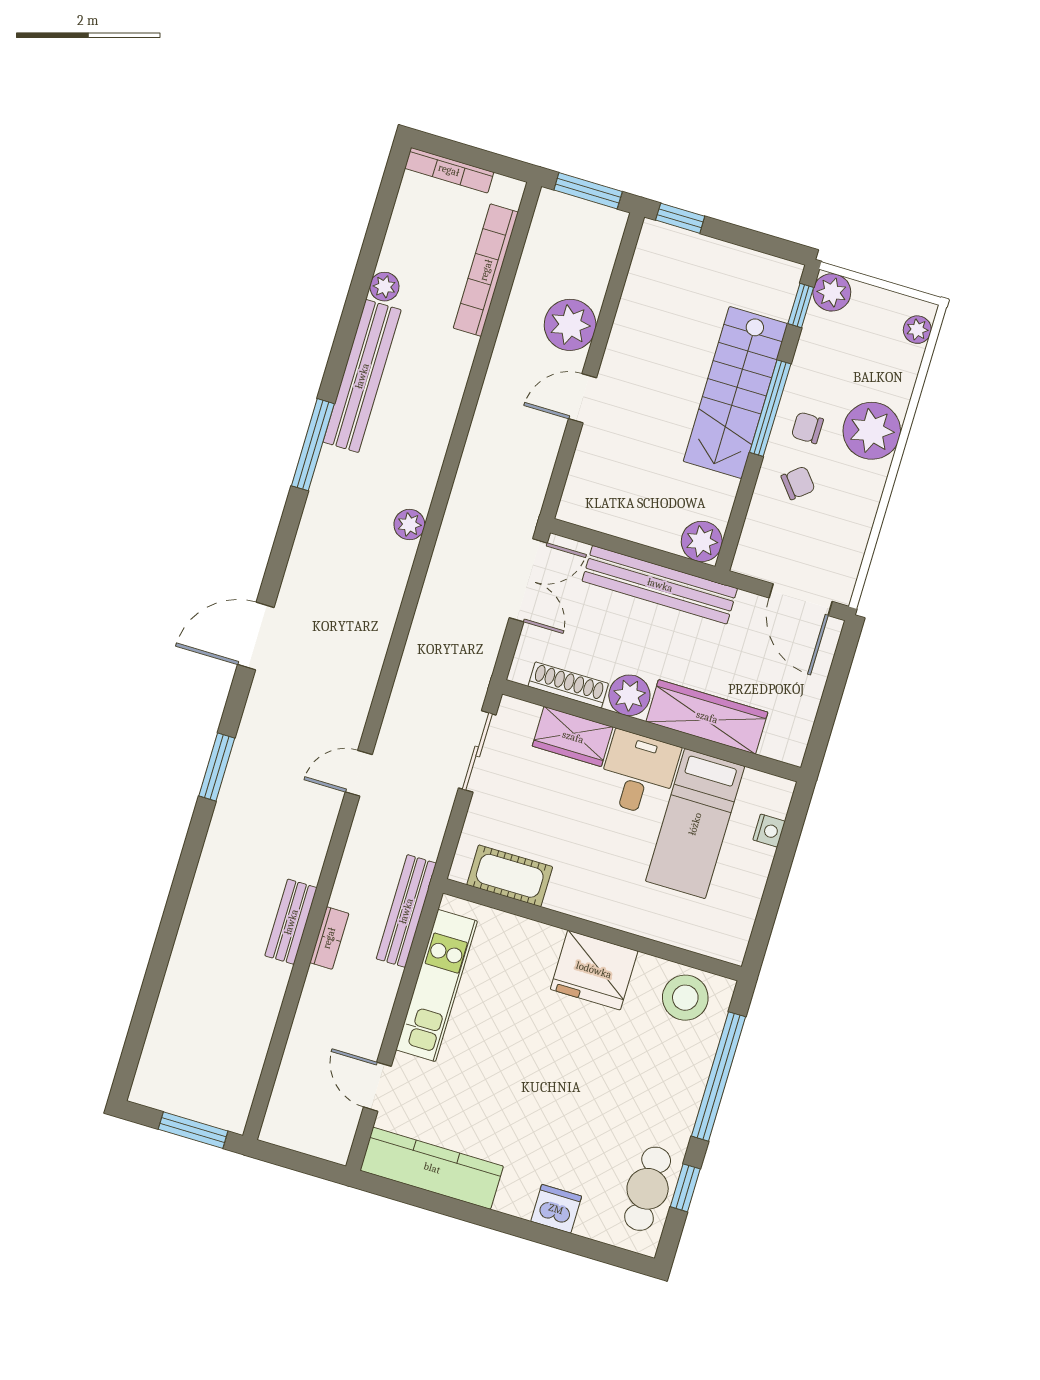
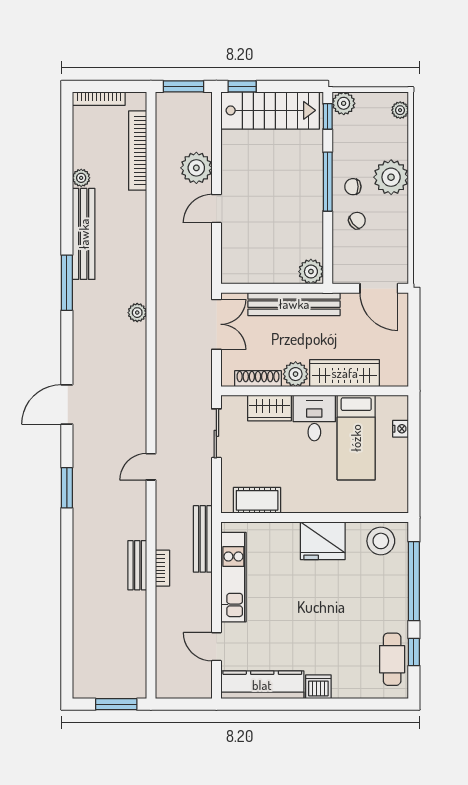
stairs: (735, 393) -> (270, 110), moved, turned -90
dishwasher: (556, 1209) -> (318, 687), moved

